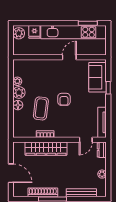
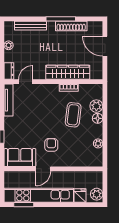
sofa: (98, 77) -> (20, 158), moved, turned -90
plant: (19, 92) -> (96, 106), moved
armchair: (64, 99) -> (51, 145), moved

